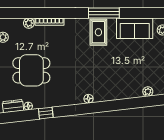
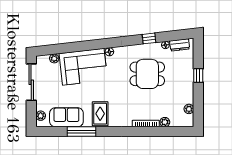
window: (104, 13) -> (81, 132), moved
dining table: (31, 70) -> (147, 74), moved
corner sofa: (117, 83) -> (83, 67), added

